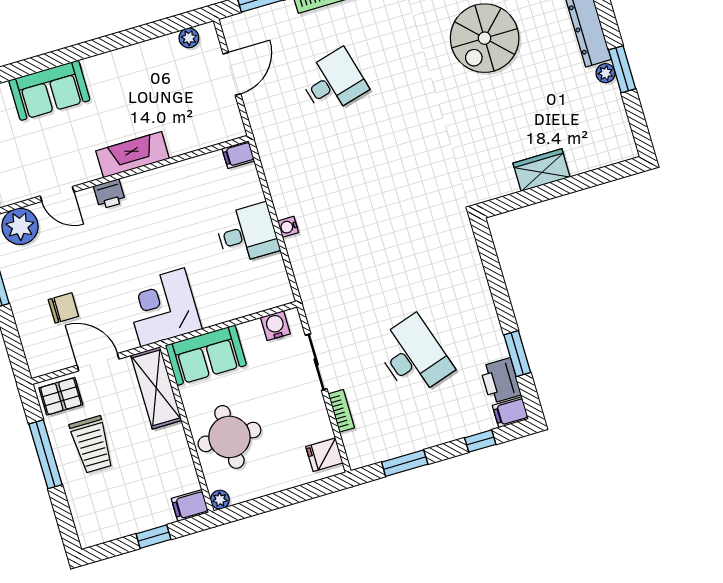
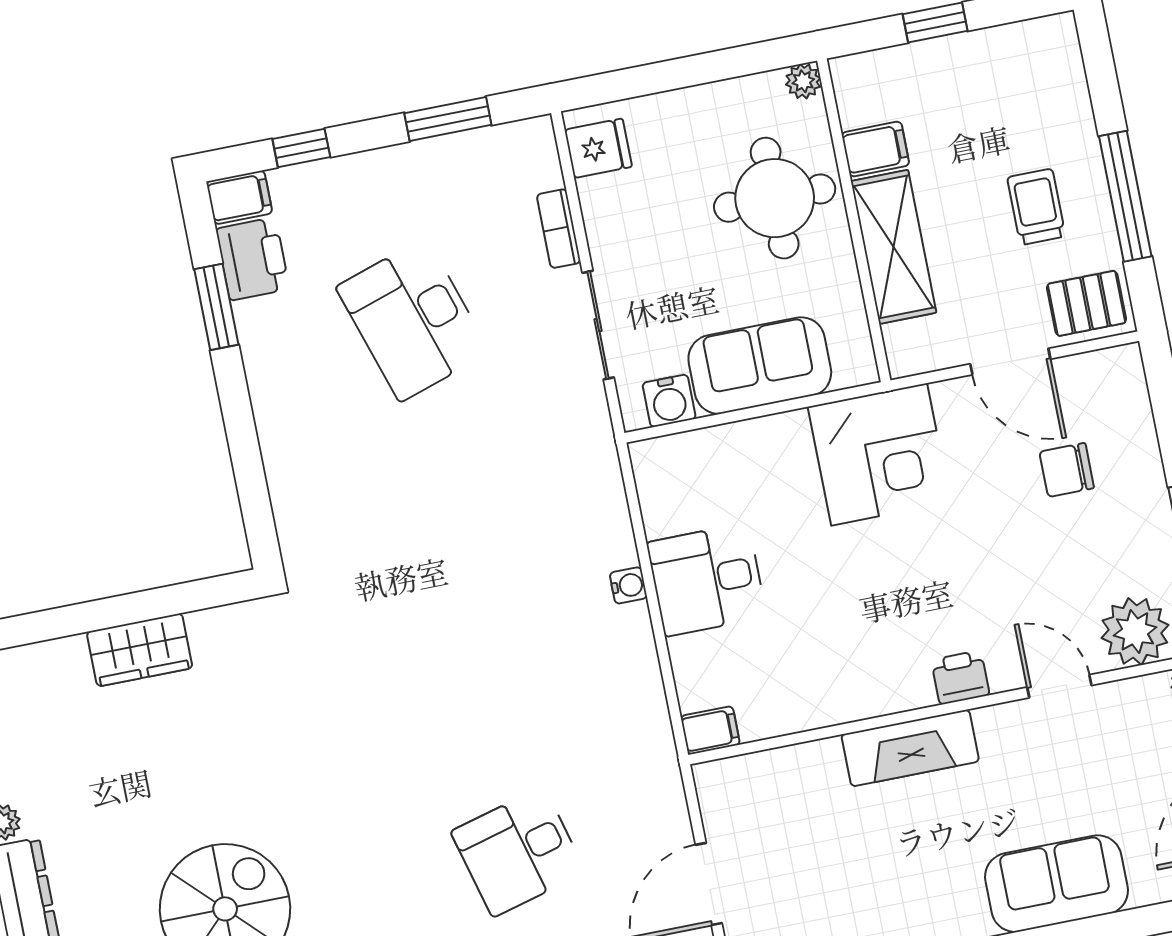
sofa: (206, 355) -> (760, 366), moved
shelving: (156, 388) -> (894, 247), moved
trolley: (92, 445) -> (1036, 207), width x0.73, depth x0.72
filing cabinet: (190, 506) -> (875, 149), moved

